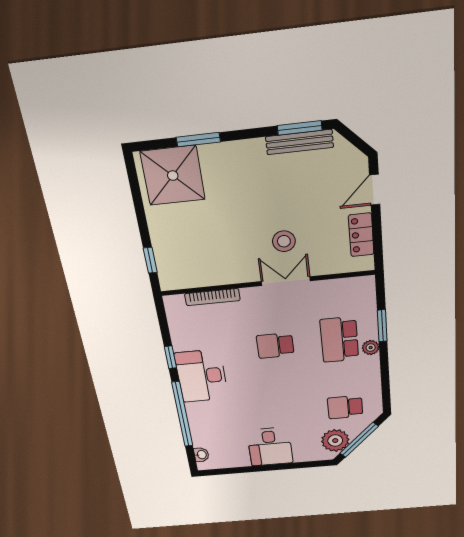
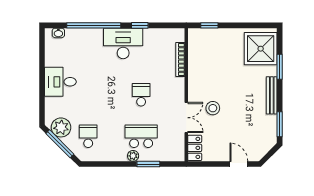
bench: (299, 142) -> (272, 95), moved
locker: (361, 235) -> (195, 148), moved, turned 90
double door: (286, 281) -> (186, 118), moved

